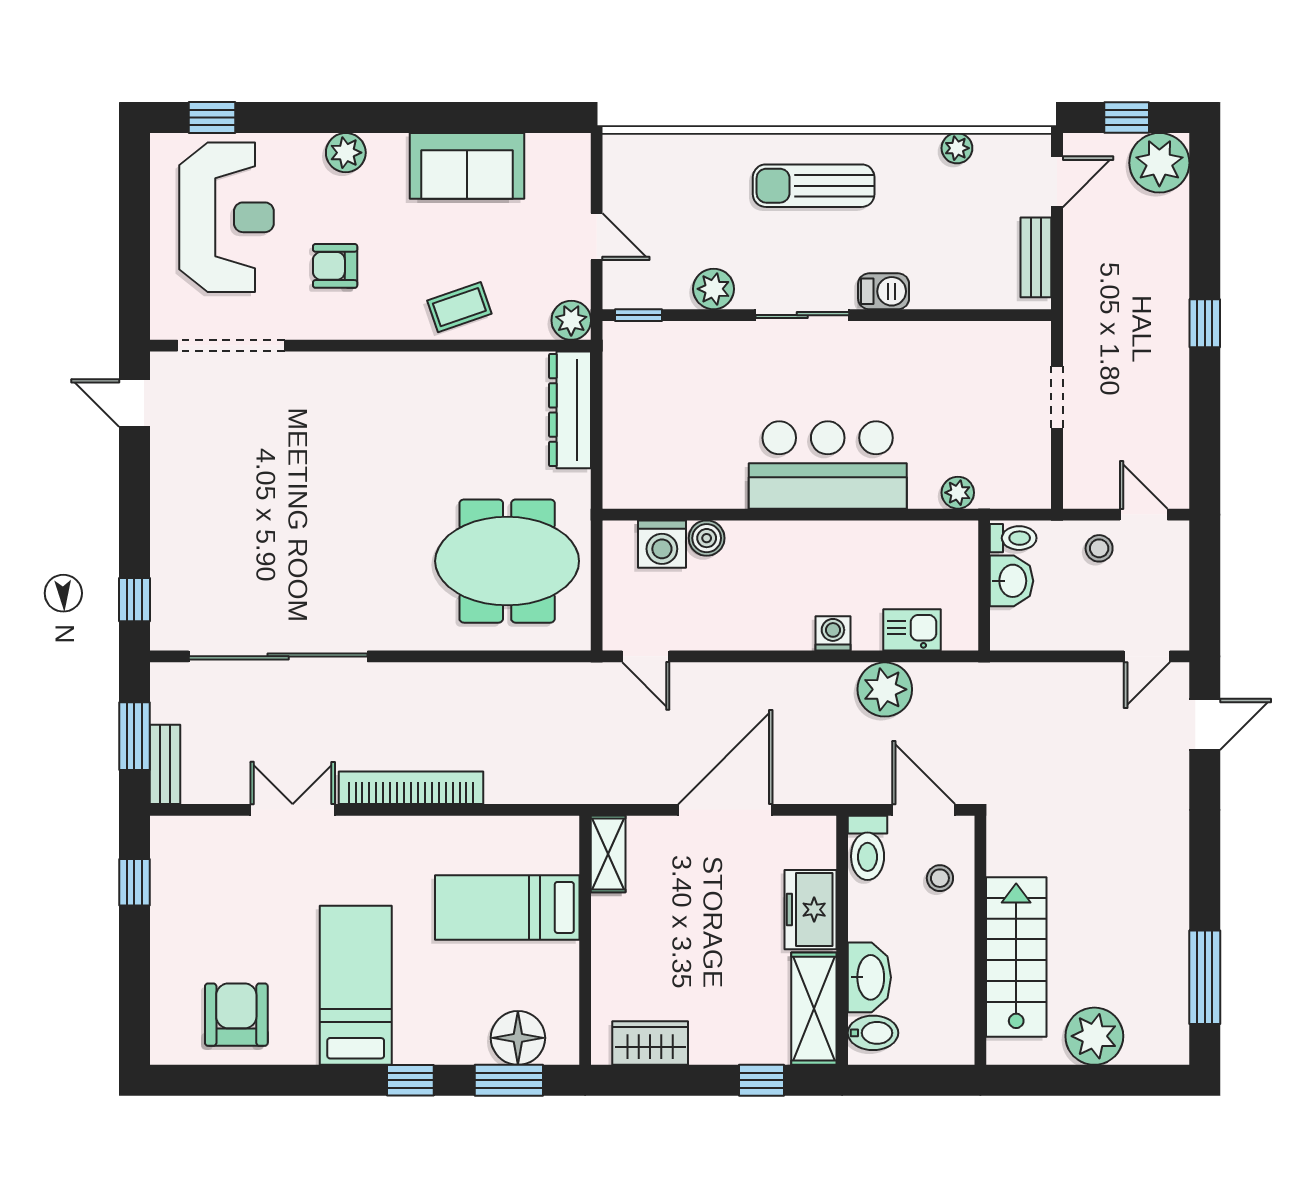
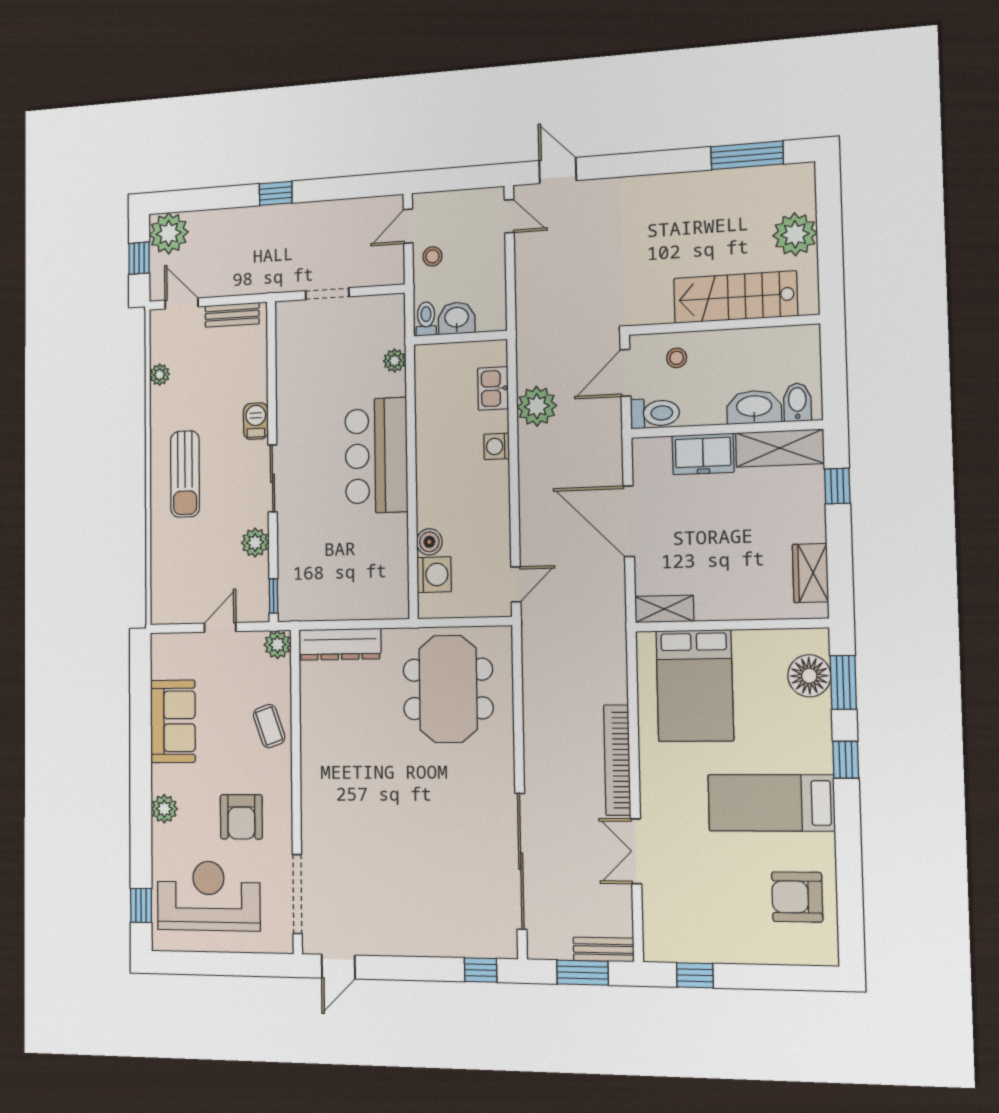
armchair: (335, 266) -> (241, 817), width x1.38, depth x1.38
bed: (507, 907) -> (695, 686), width x1.50

